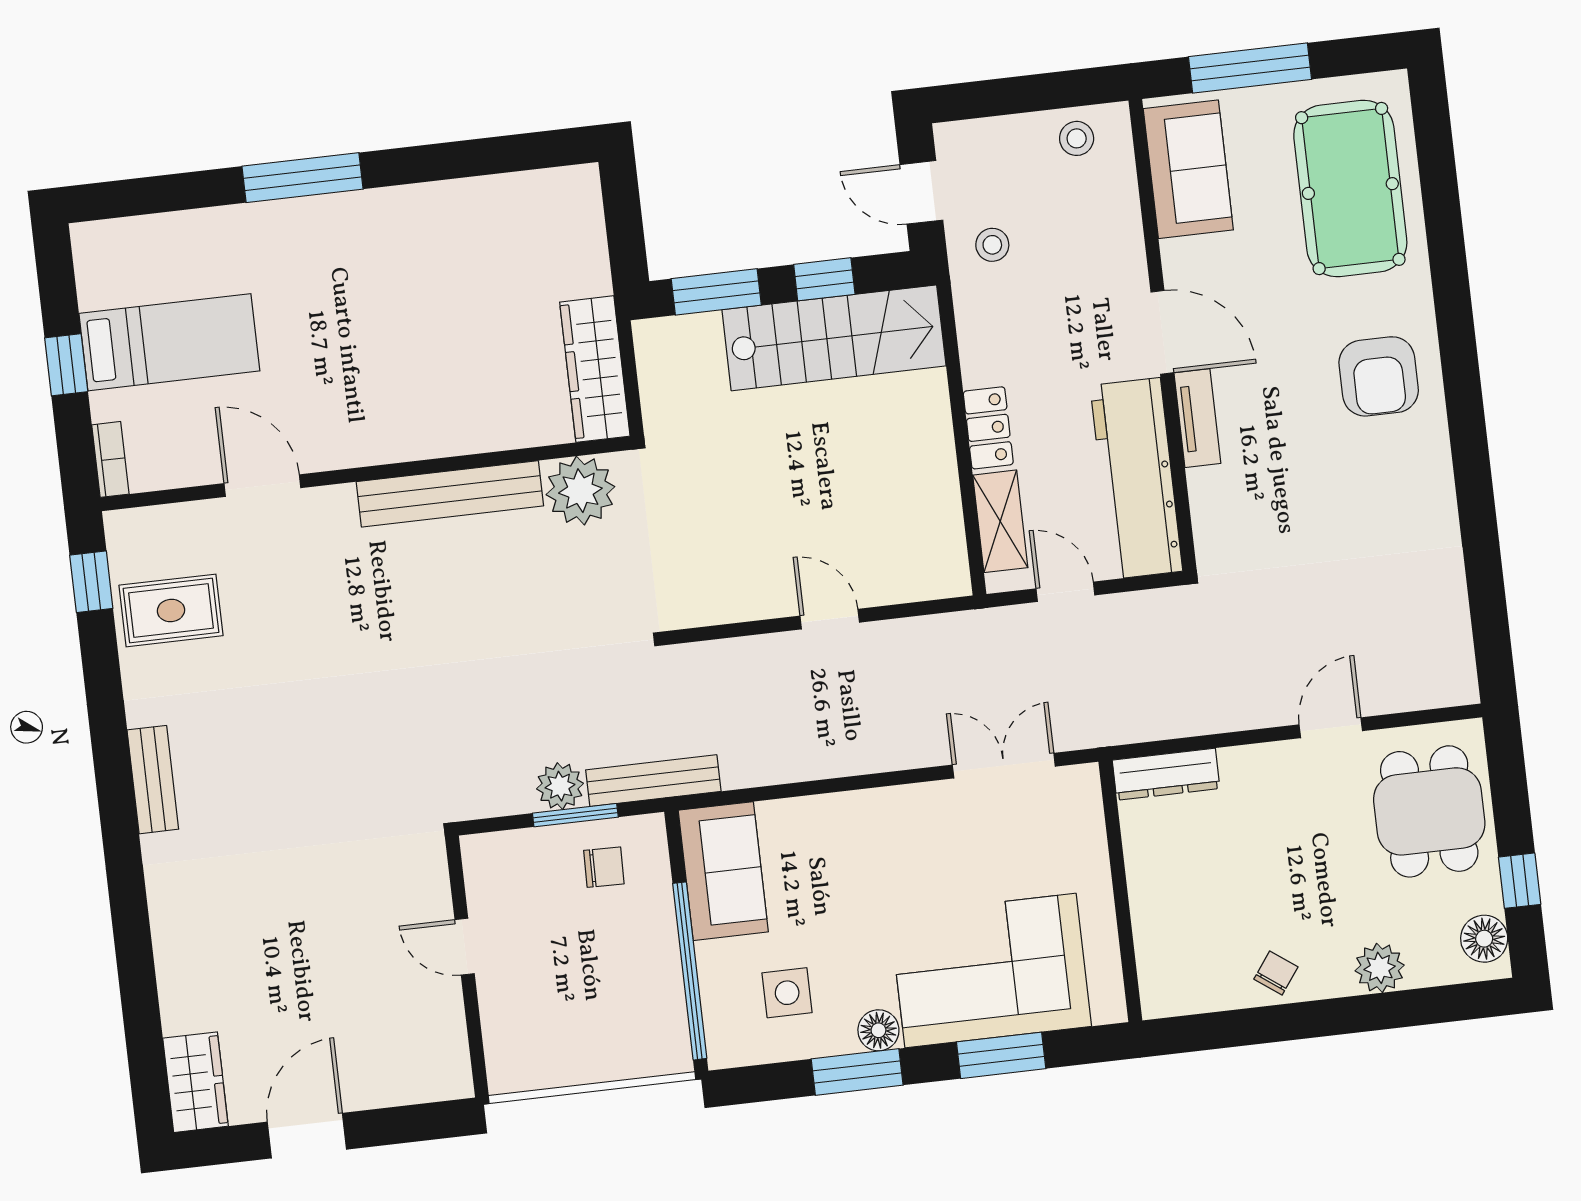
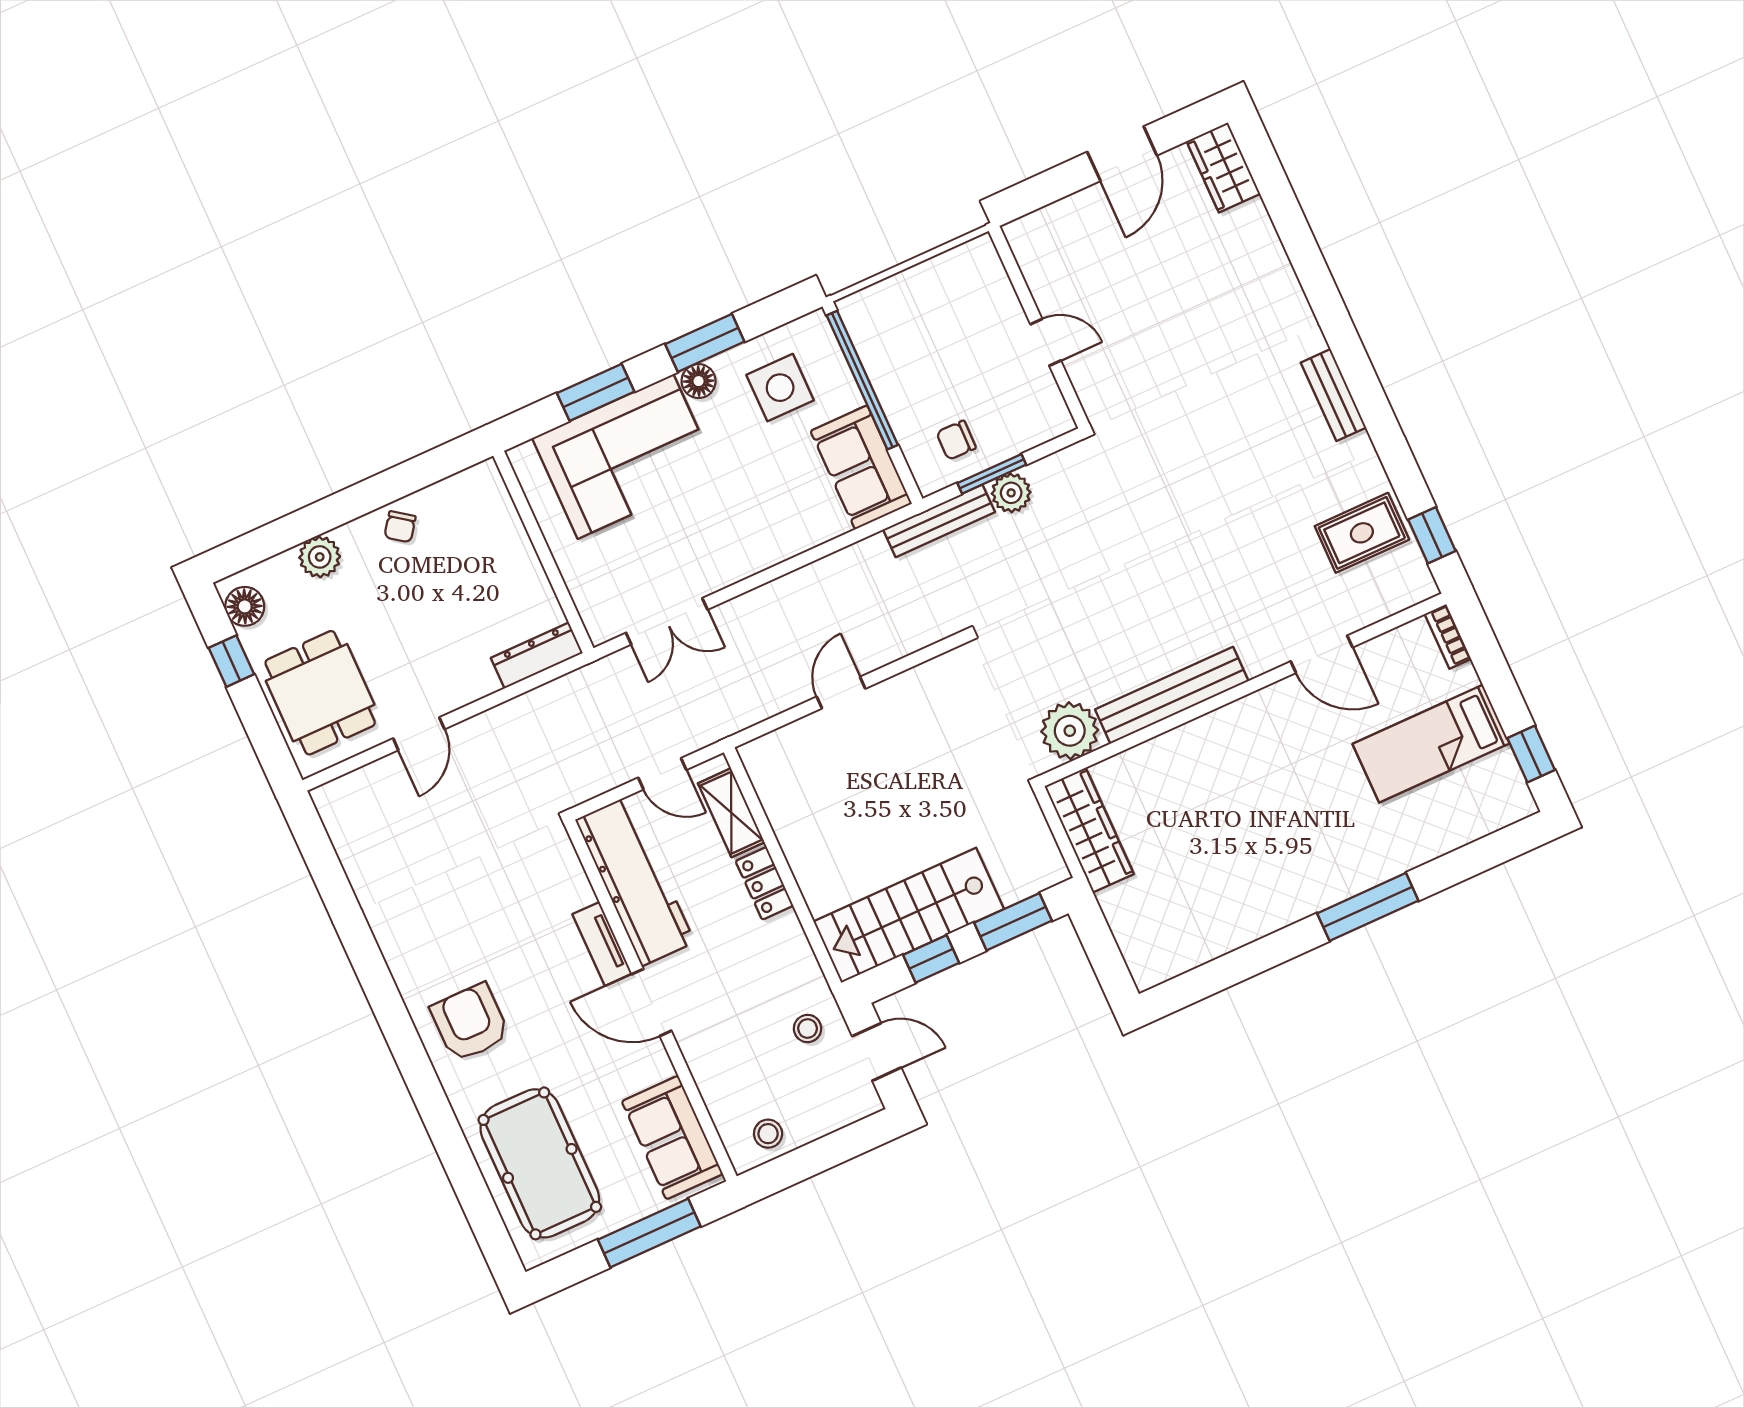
window: (66, 365) -> (1531, 754), moved
door: (830, 619) -> (841, 693), swing flipped
side table: (787, 993) -> (780, 388), width x1.37, depth x1.37

